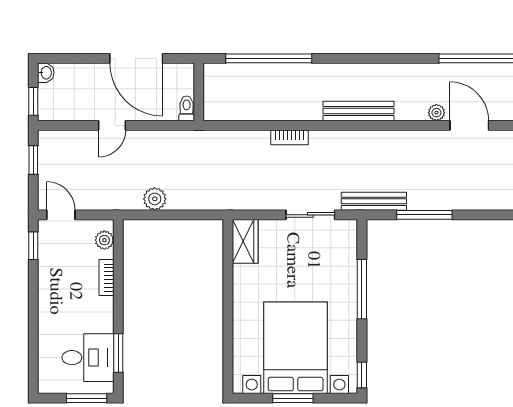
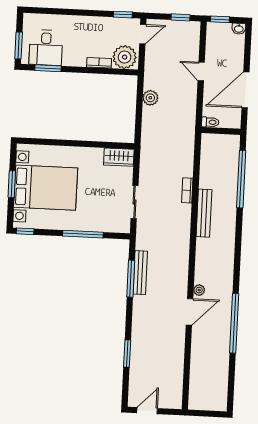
bench: (358, 111) -> (204, 213), moved
bench: (374, 201) -> (140, 273), moved
plant: (104, 240) -> (125, 57), width x1.88, depth x1.88

